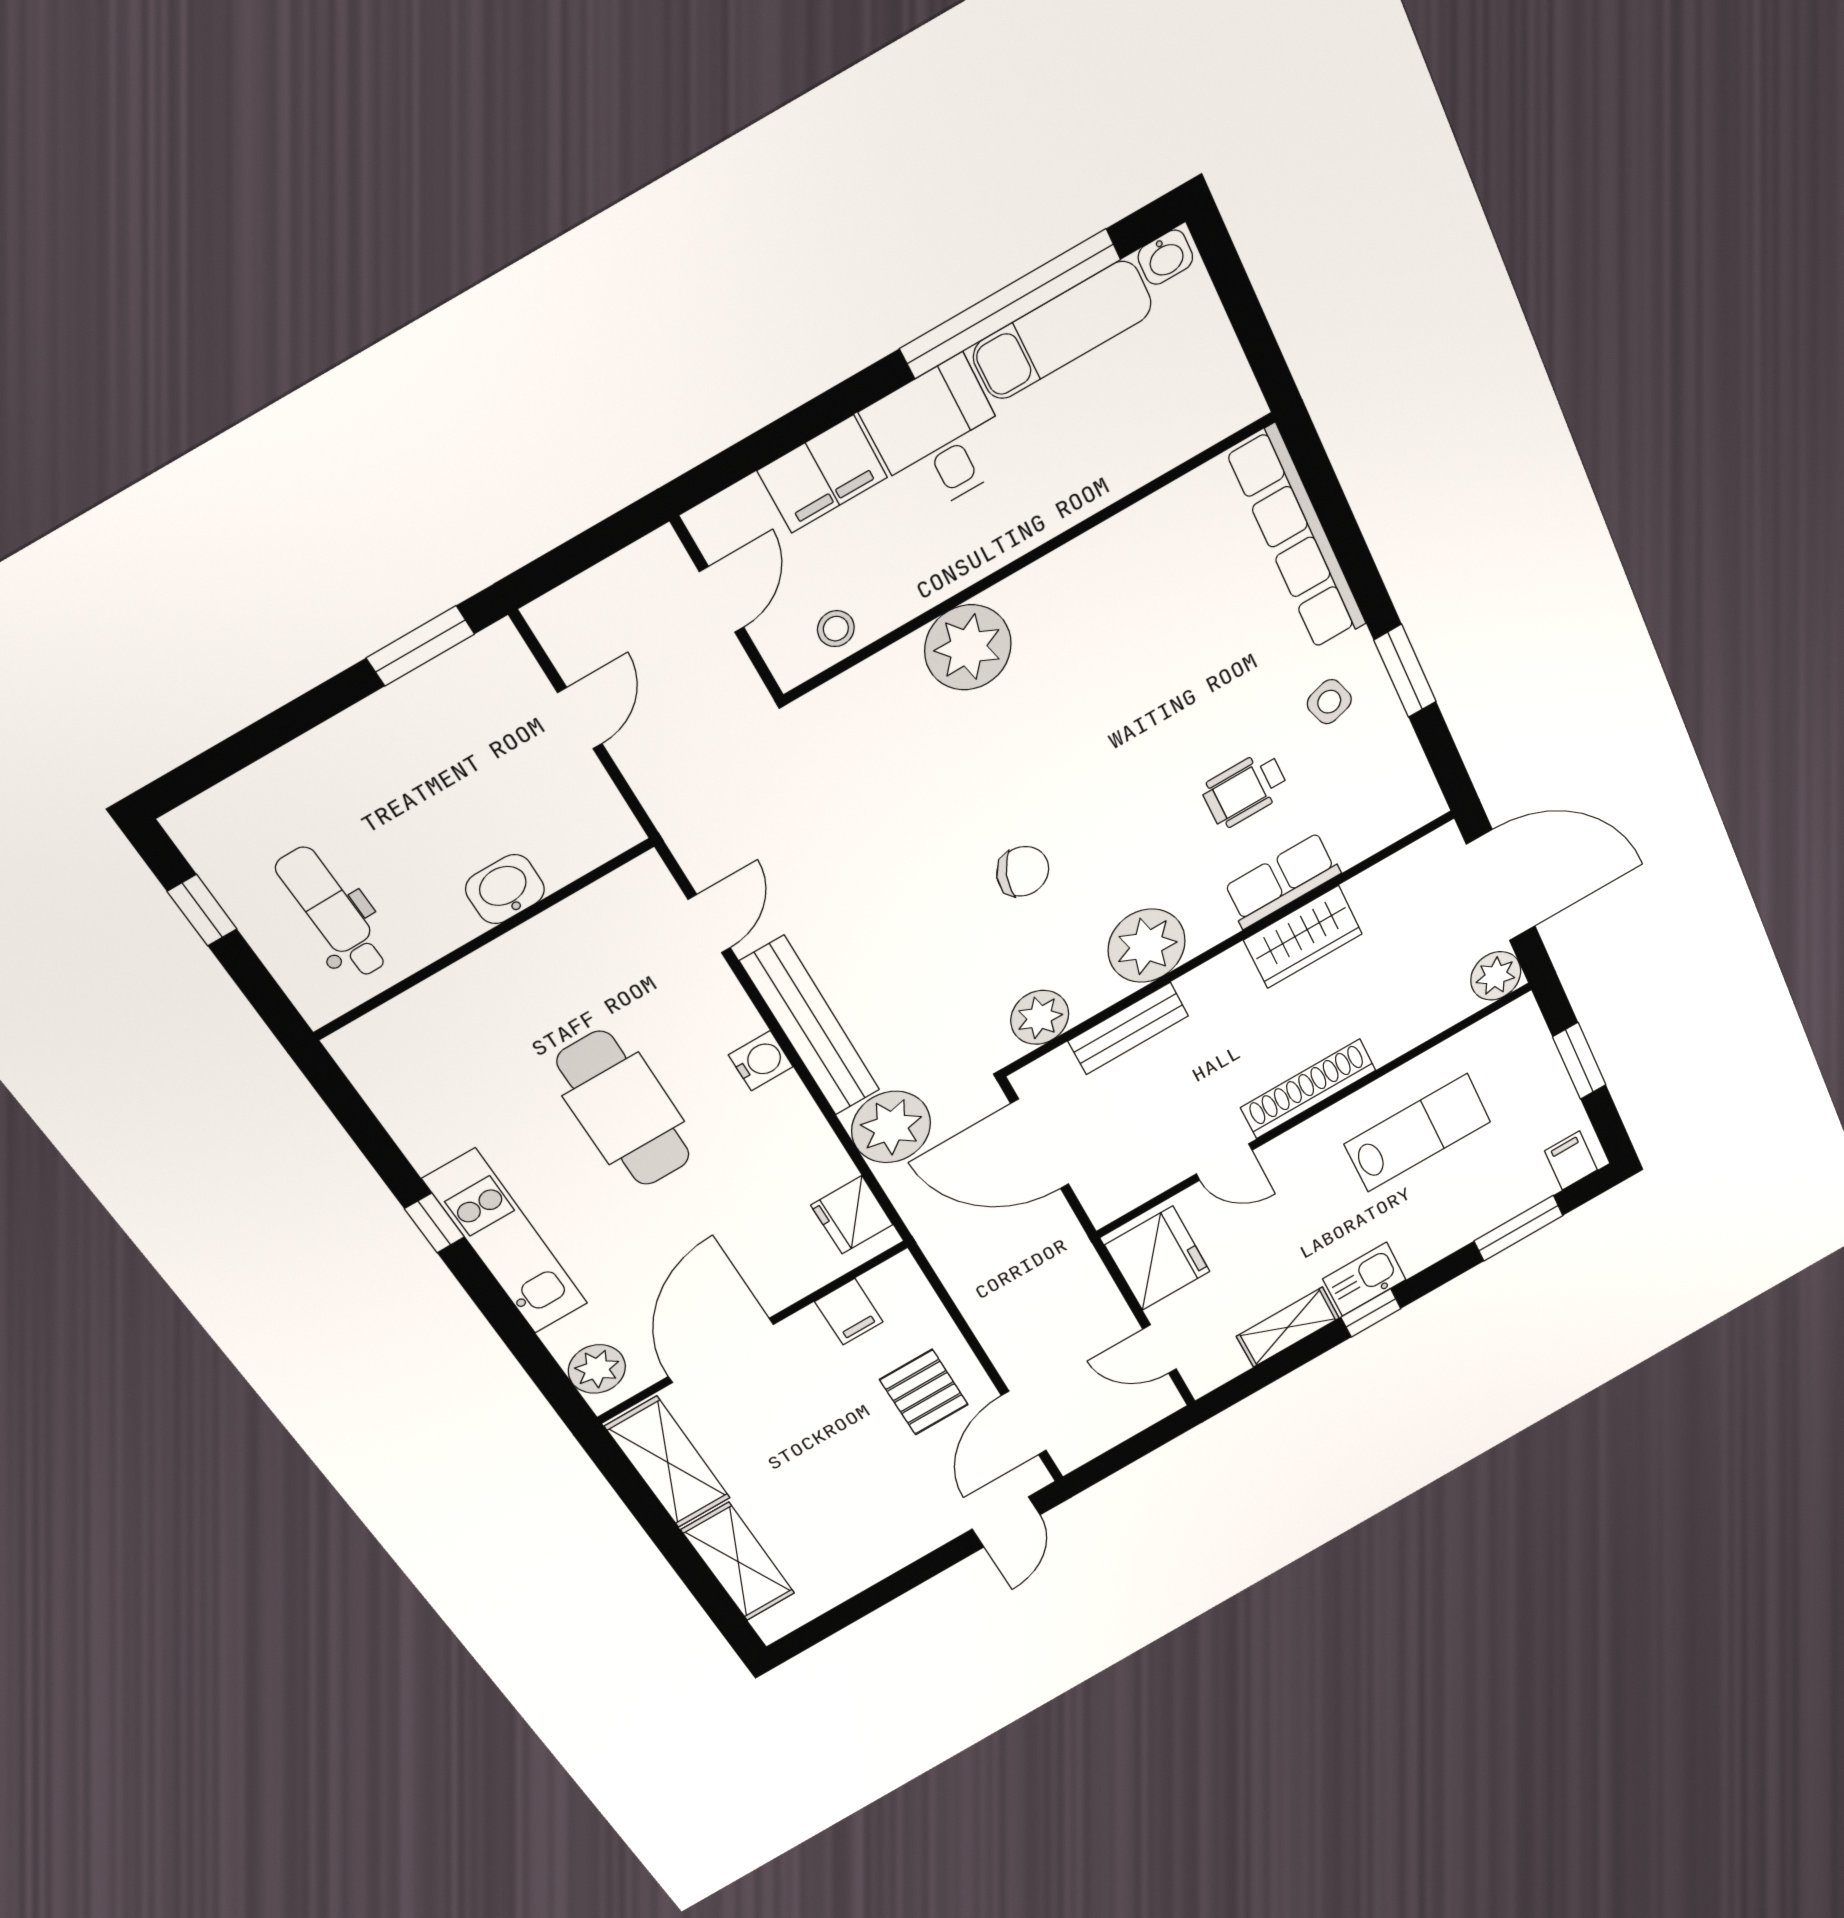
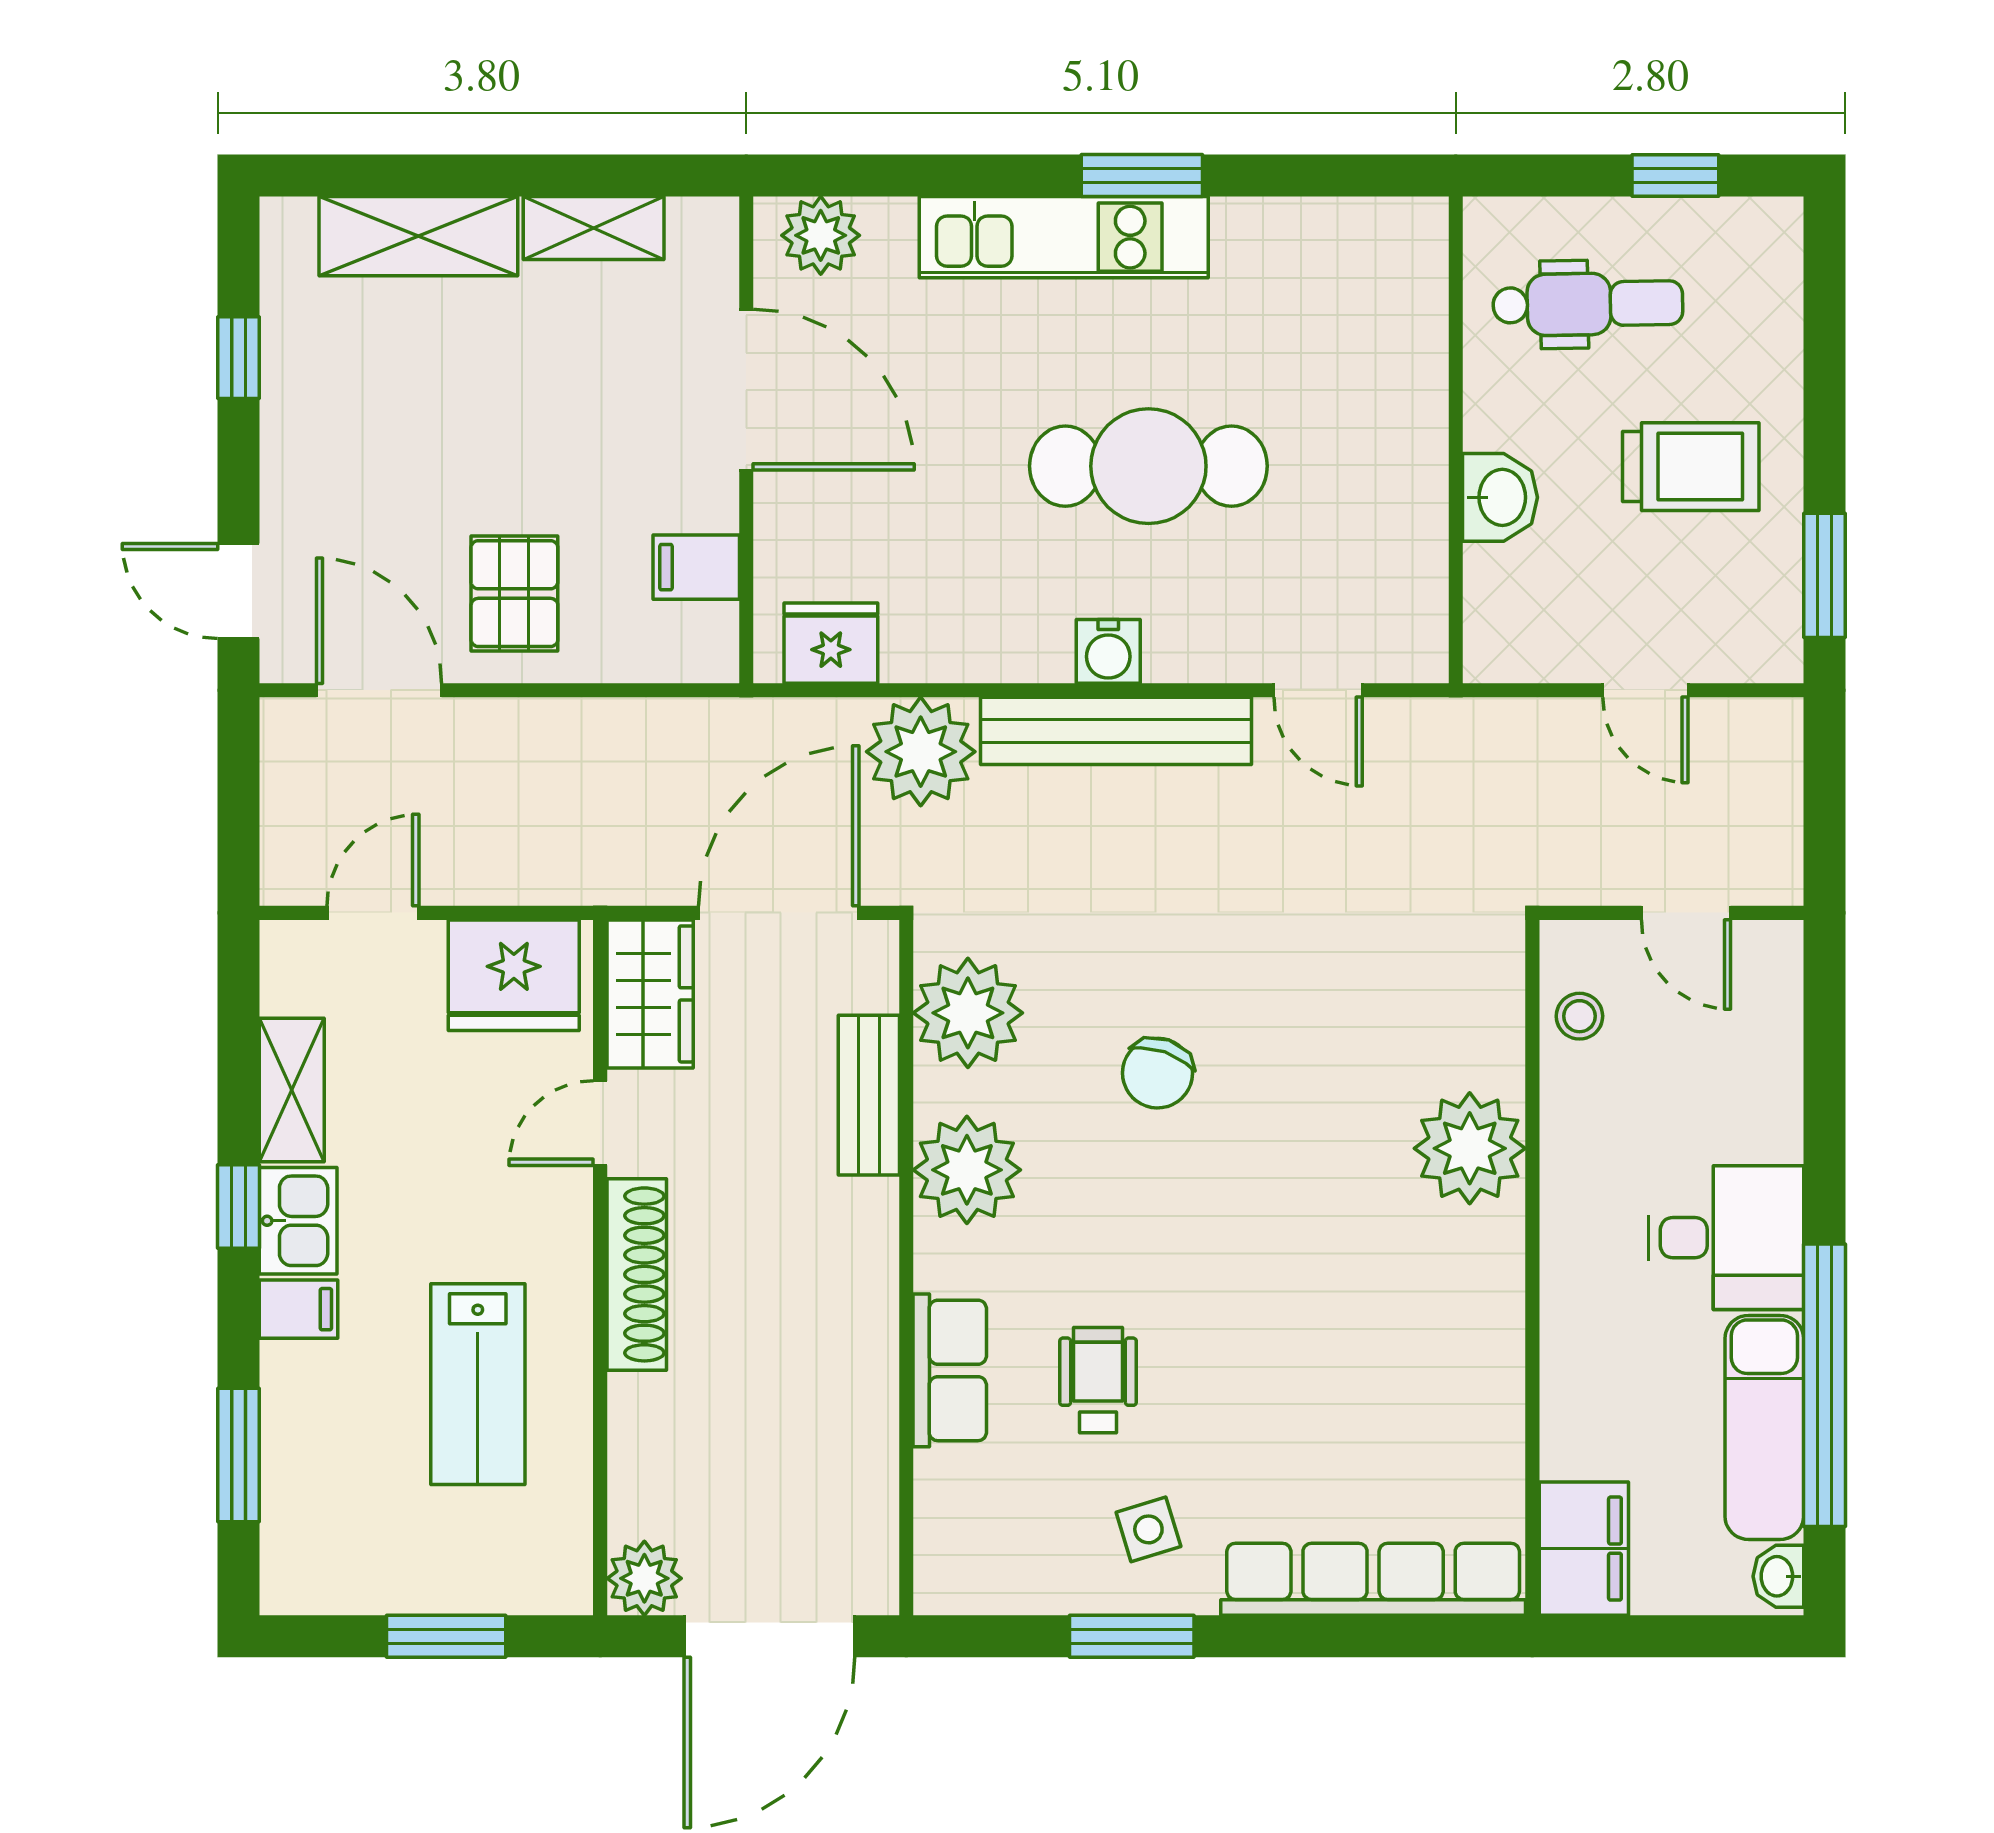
filing cabinet: (822, 474) -> (1584, 1549), moved, turned 180
trolley: (402, 781) -> (1691, 467), added
wardrobe: (1303, 937) -> (650, 994), moved, turned 180
plant: (1040, 1017) -> (968, 1013), width x1.36, depth x1.36
filing cabinet: (1571, 1161) -> (298, 1309), moved
window: (434, 1223) -> (1142, 176), width x1.50
pallet: (924, 1392) -> (514, 594), turned 90
shelving: (668, 1462) -> (594, 228), width x0.67, depth x0.75
window: (868, 1601) -> (238, 358), added

